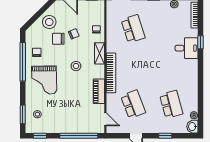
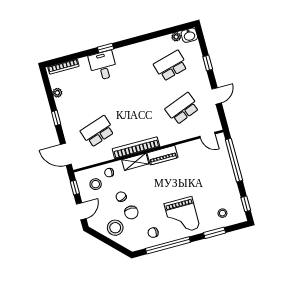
window: (200, 42) -> (106, 48), moved
stool: (76, 66) -> (96, 184), moved
bookcase: (111, 73) -> (136, 148), moved
grand piano: (44, 80) -> (182, 216), turned 91
piano: (99, 91) -> (162, 155), moved
window: (23, 114) -> (215, 233), moved
door: (105, 119) -> (207, 135), swing flipped

